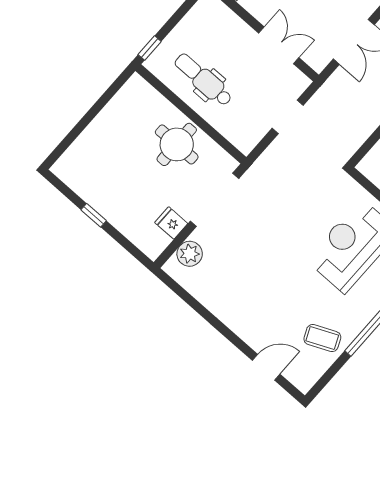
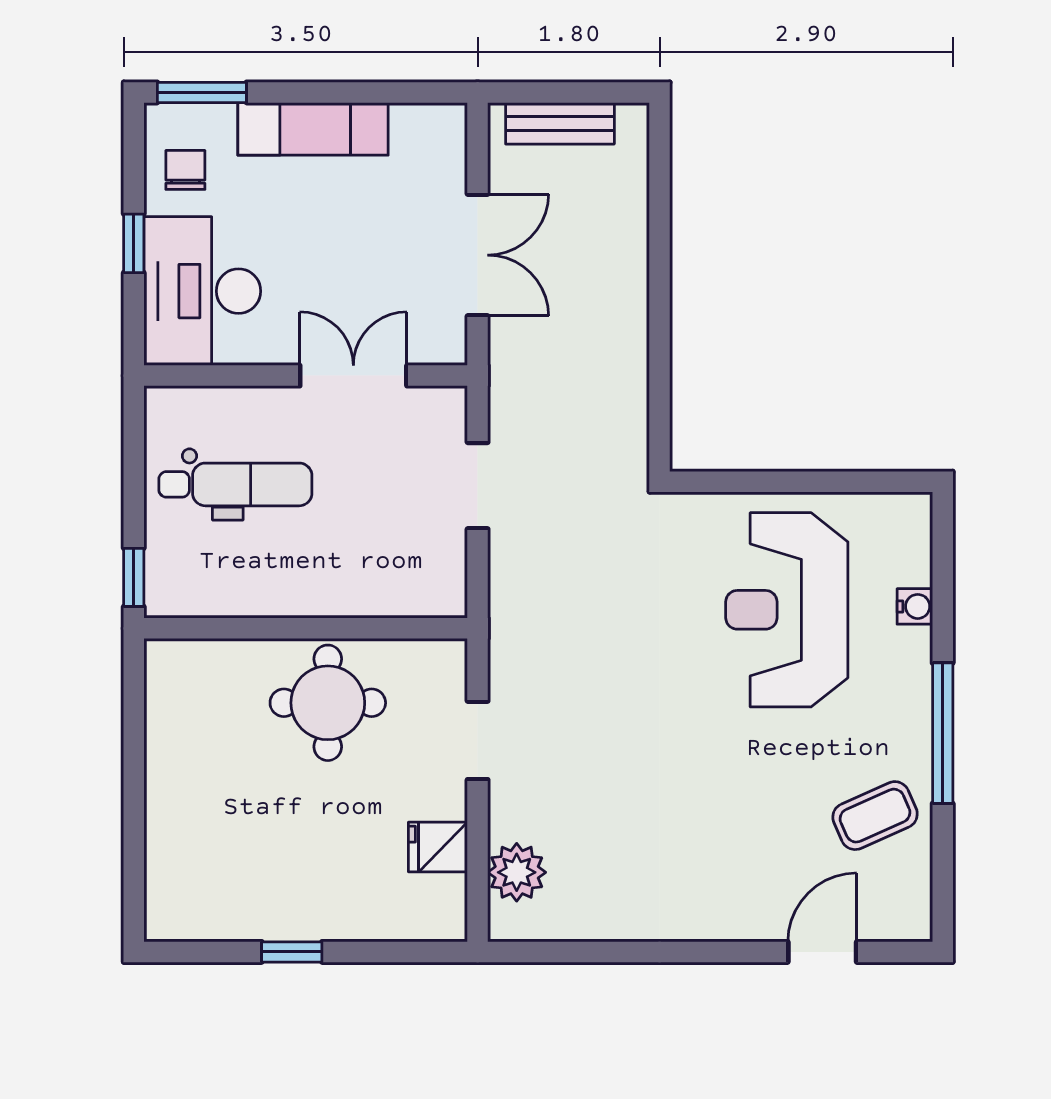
dental chair: (203, 80) -> (235, 484), moved, turned 180
doorway: (215, 200) -> (478, 740), width x0.53

